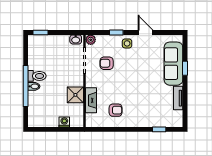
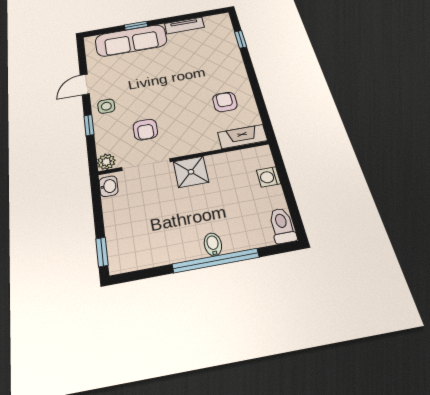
toilet: (37, 76) -> (282, 225), moved
shower: (75, 95) -> (191, 172), moved
fireplace: (91, 100) -> (242, 137), moved

